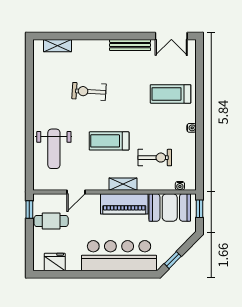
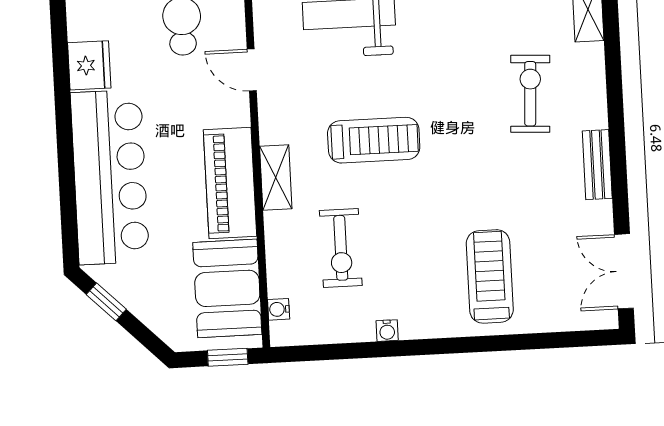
bench: (130, 45) -> (597, 165), width x0.73
exercise bike: (89, 91) -> (530, 94), moved
water cooler: (191, 128) -> (387, 331), moved
treadmill: (109, 141) -> (374, 140), turned 90
fridge: (55, 262) -> (89, 65), moved

